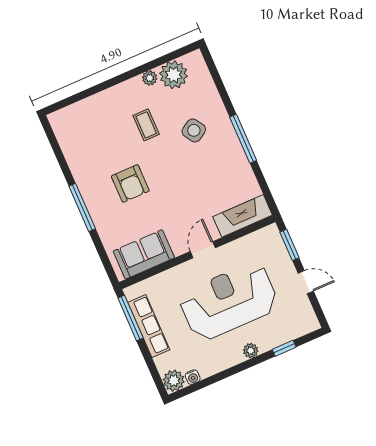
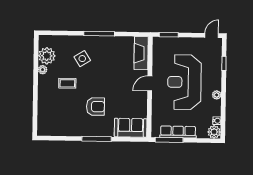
door: (203, 250) -> (150, 83), hinge flipped
sofa: (144, 254) -> (131, 128), moved, turned 90
door: (306, 282) -> (212, 35), moved
plant: (251, 351) -> (217, 95), moved

